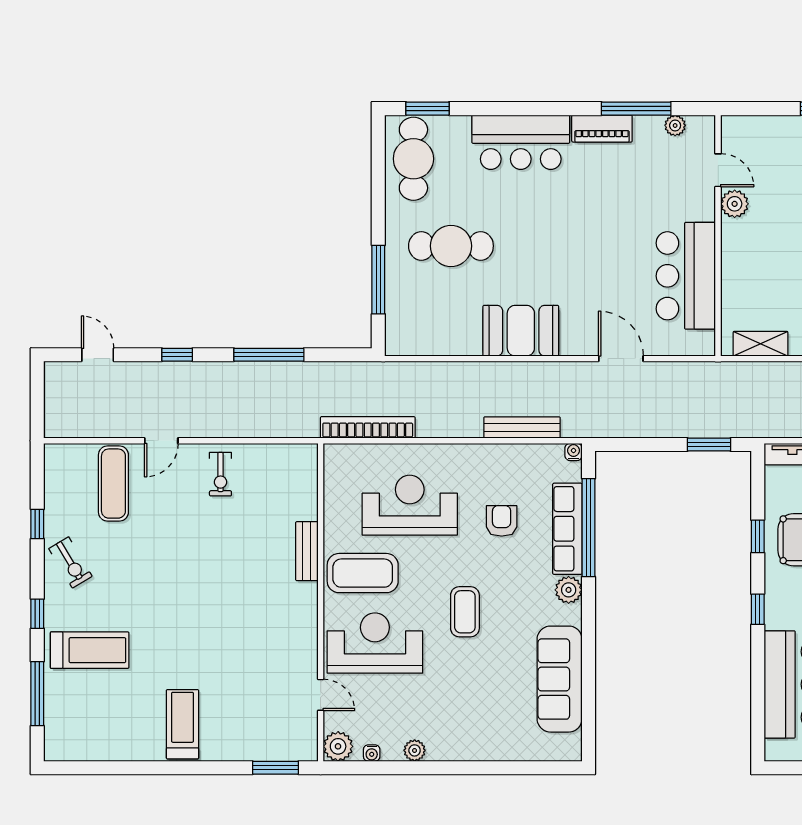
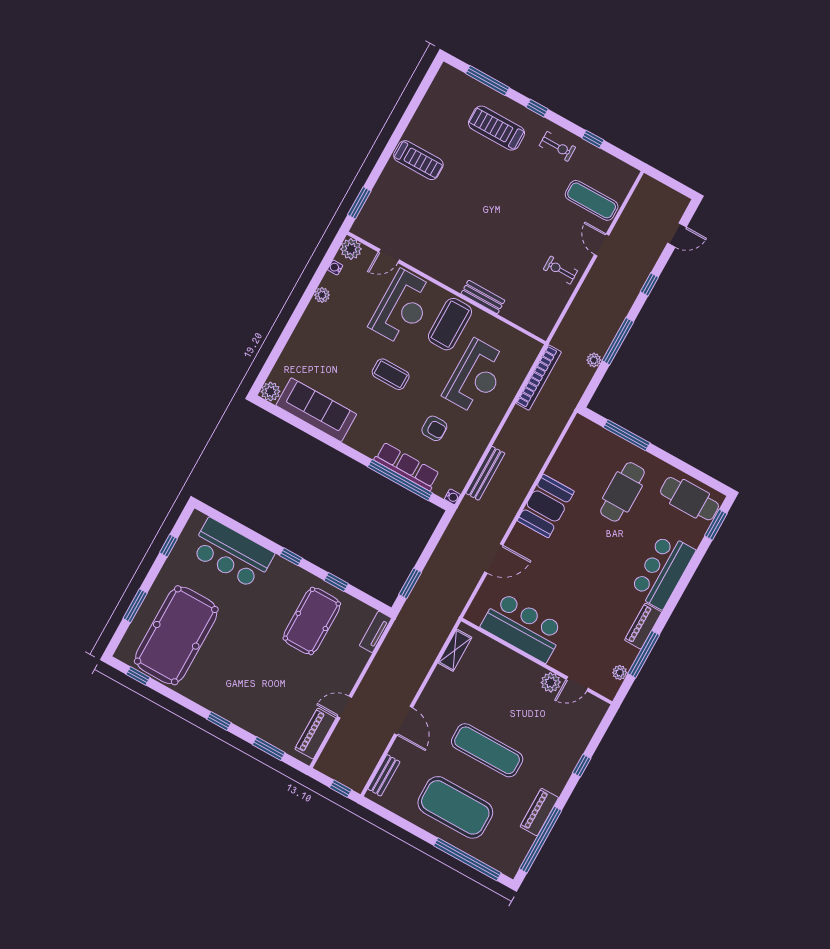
plant: (308, 371) -> (594, 360), added
exercise bike: (70, 562) -> (557, 146), turned -149
plant: (569, 590) -> (271, 392), moved
treadmill: (90, 650) -> (496, 128), turned 90

